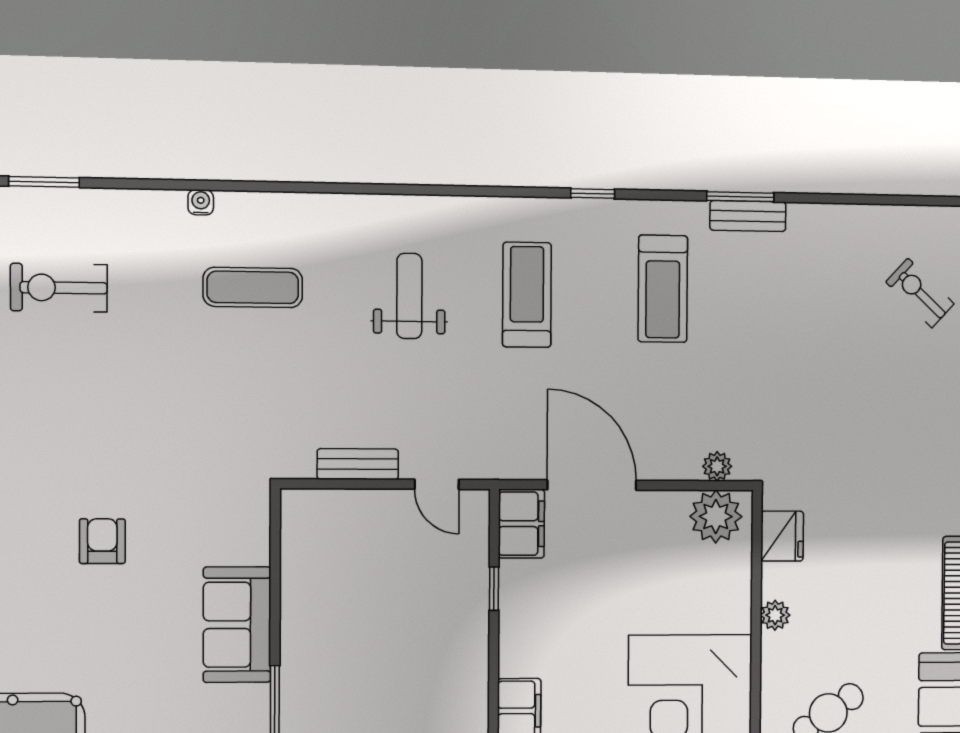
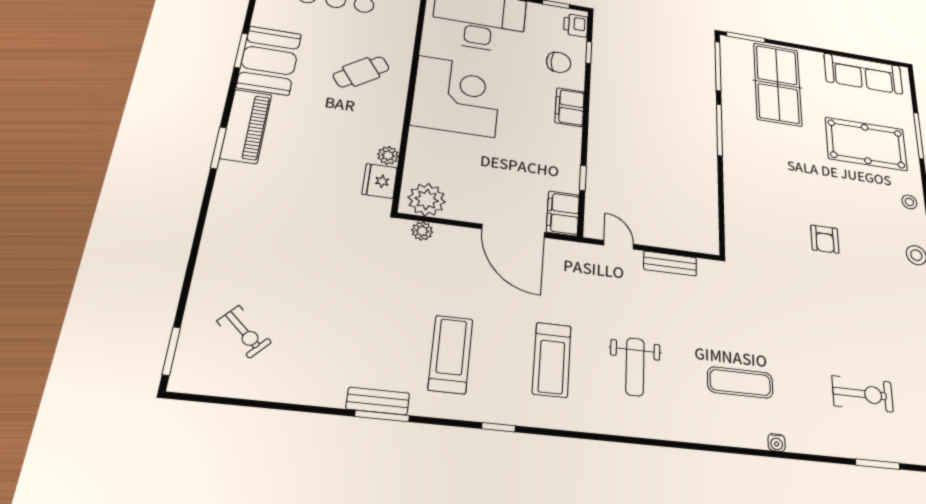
plant: (775, 615) -> (388, 155), moved
sofa: (237, 625) -> (743, 182), removed

